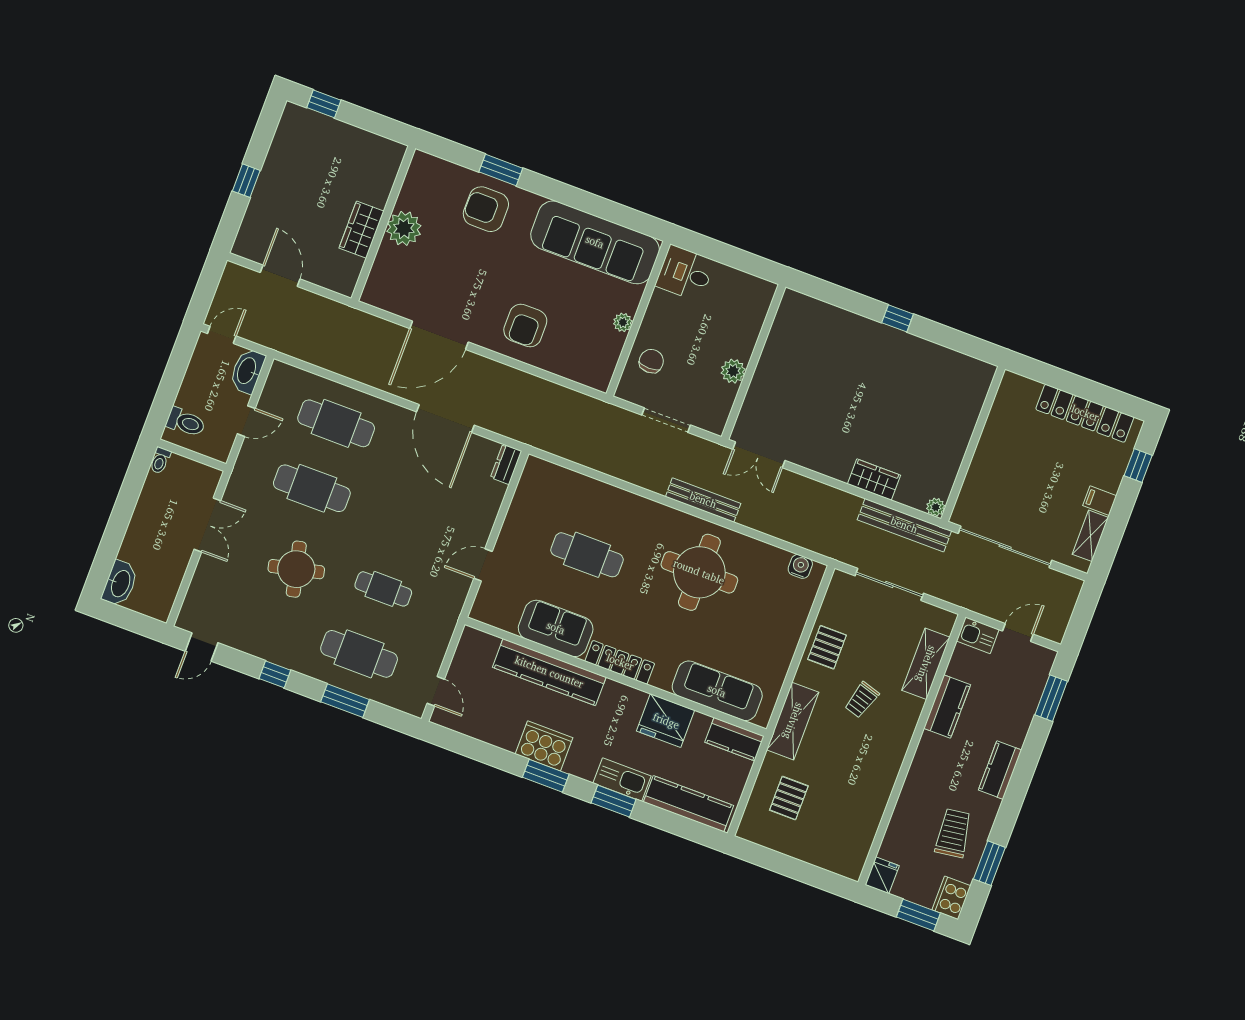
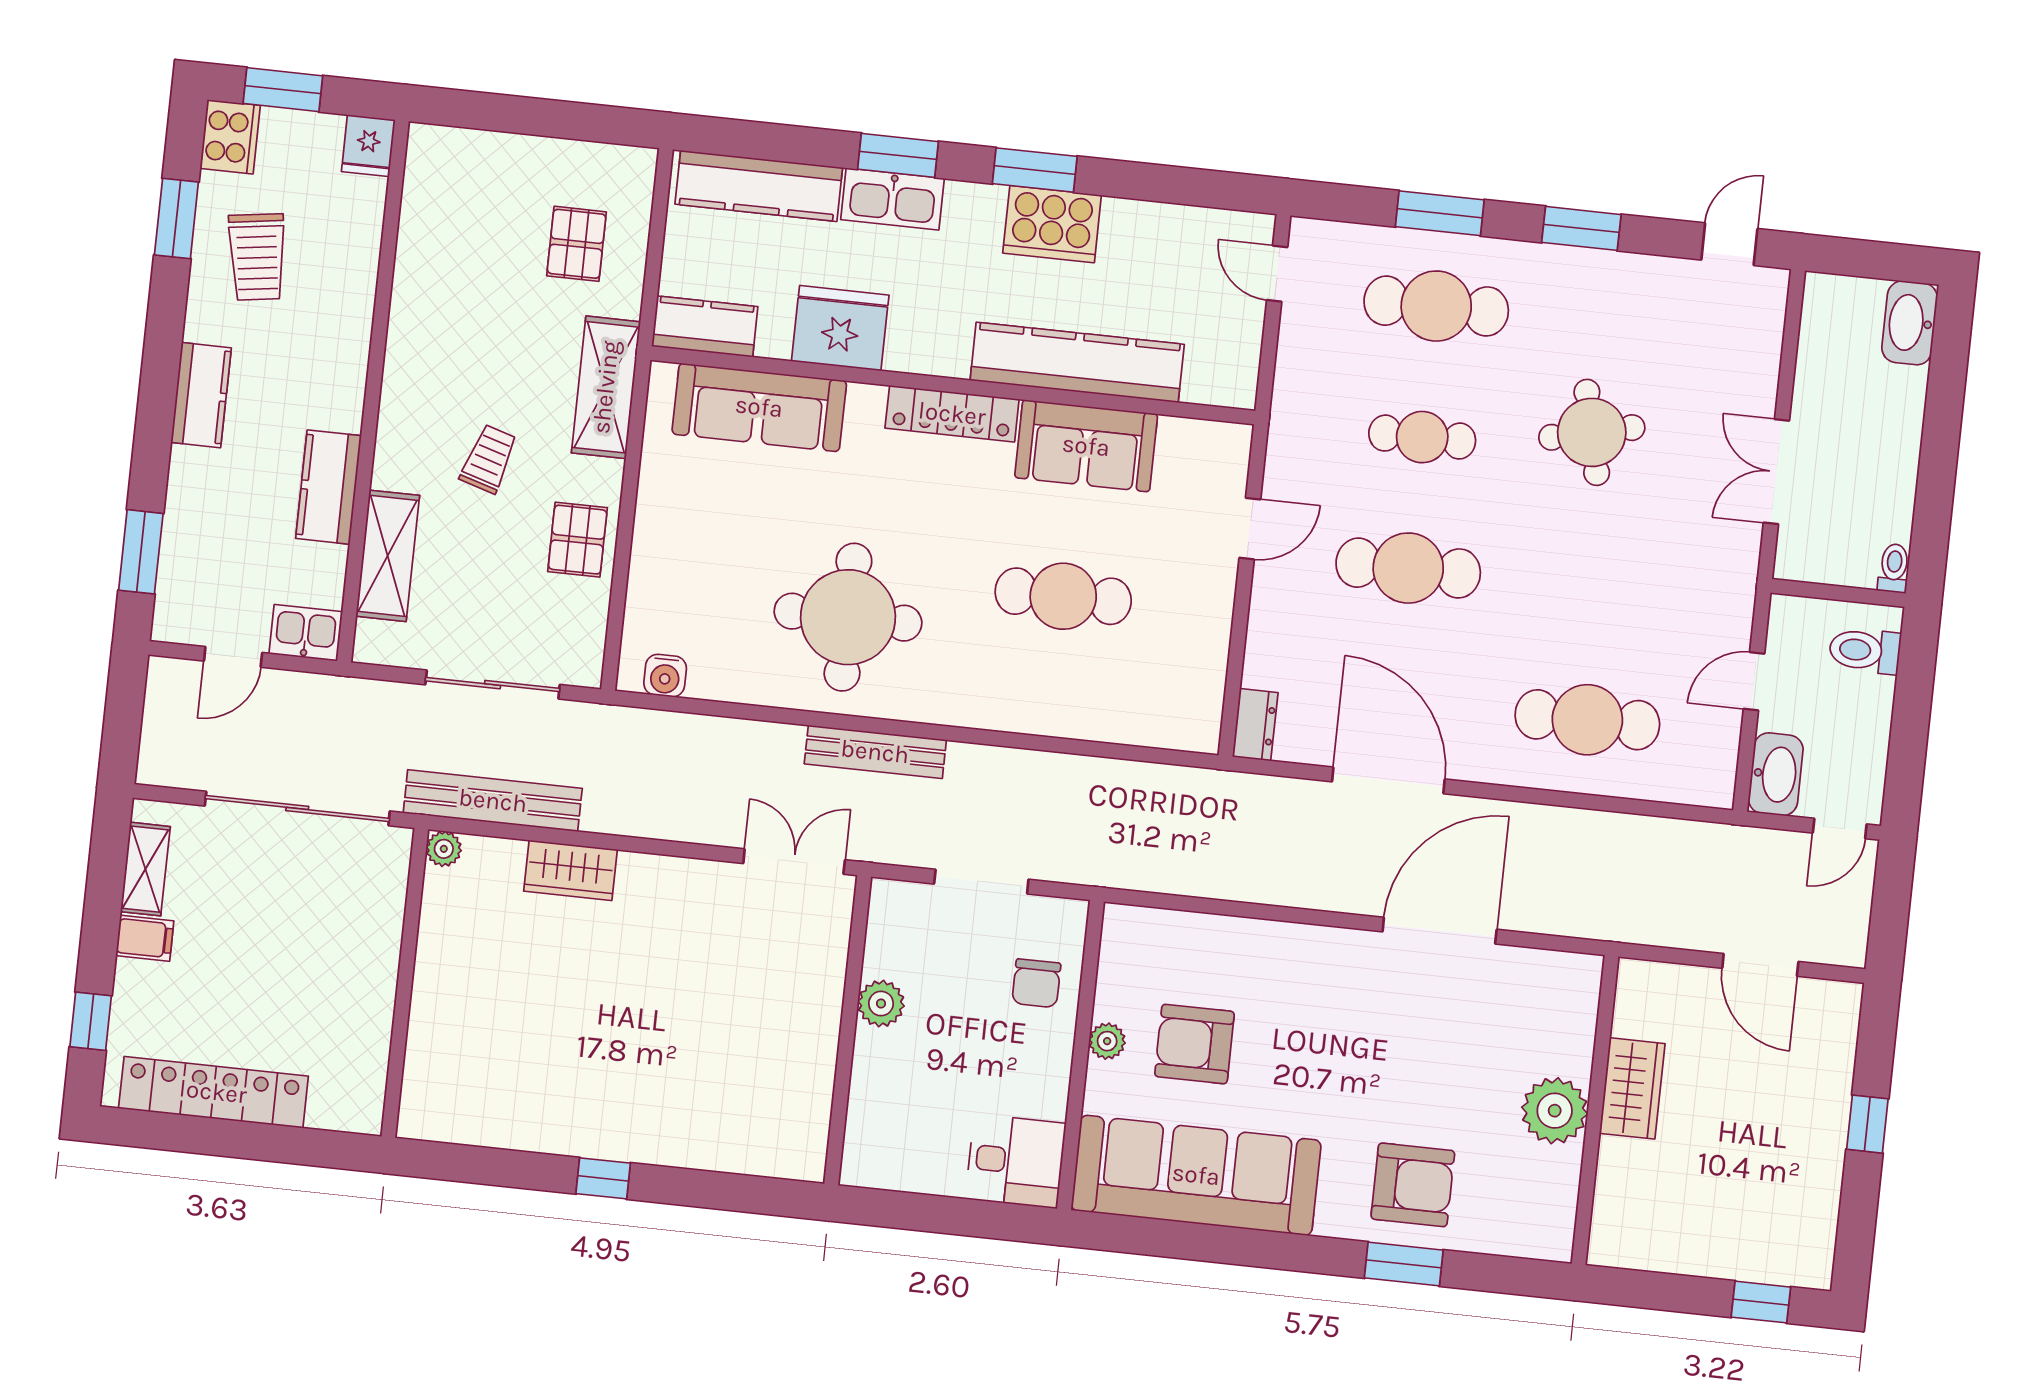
armchair: (525, 326) -> (1195, 1044), moved, turned -90
cafe table: (312, 488) -> (1408, 568), moved
window: (275, 674) -> (1581, 228), width x1.50

